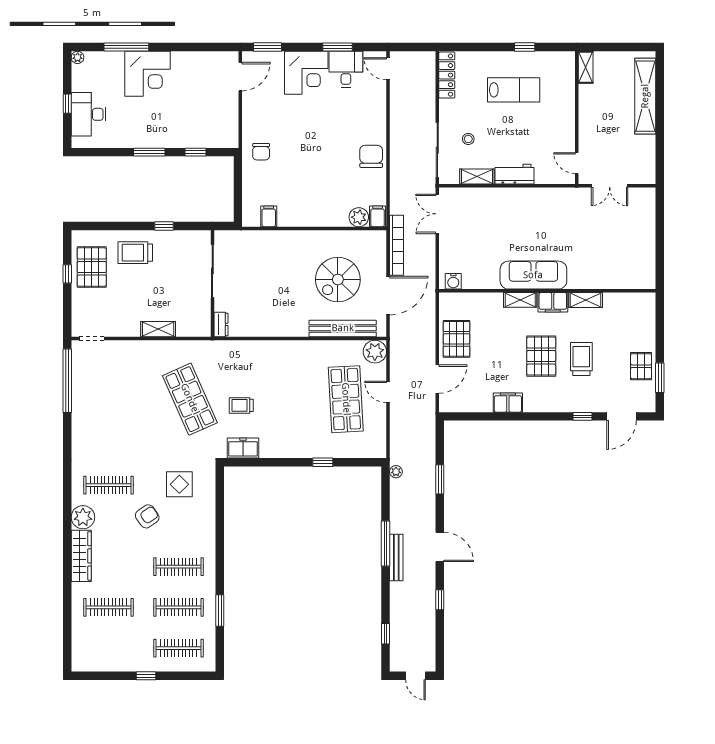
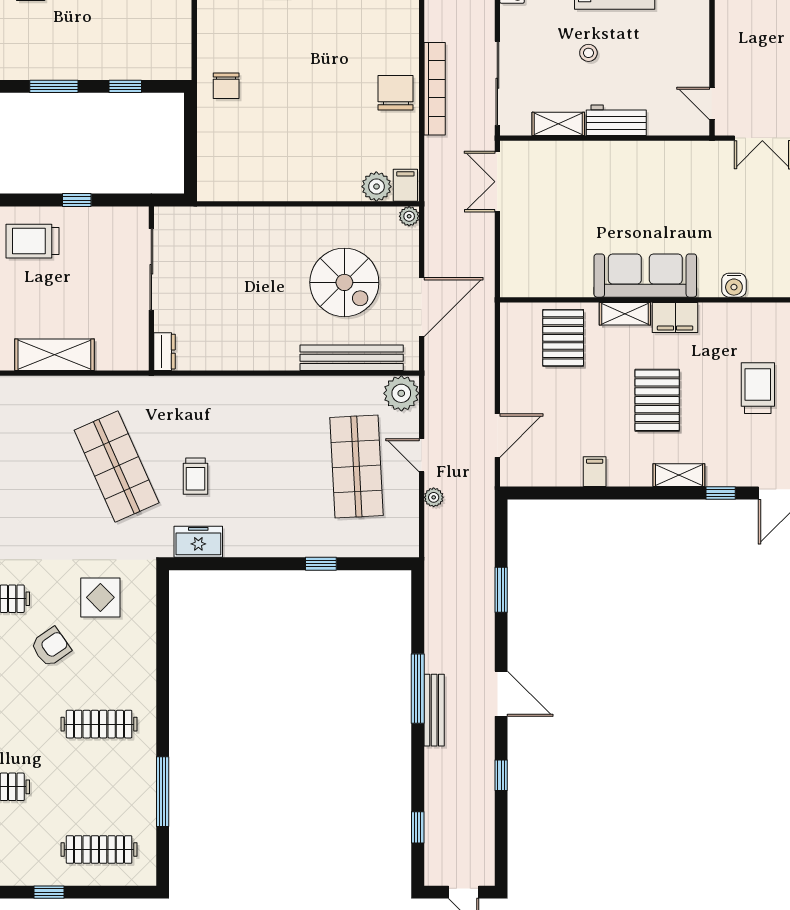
stool: (468, 139) -> (588, 53), moved
filing cabinet: (269, 216) -> (238, 185), removed
plant: (380, 237) -> (409, 216), added
bookcase: (397, 245) -> (435, 89), moved
spiral stairs: (338, 280) -> (344, 282), turned -90
water cooler: (453, 281) -> (734, 285), moved
shelving: (586, 300) -> (679, 475), moved
shelving: (158, 329) -> (54, 355), width x1.50, depth x1.33
pallet: (457, 339) -> (563, 338), moved
trolley: (581, 359) -> (758, 388), moved
filing cabinet: (508, 403) -> (595, 472), width x0.50
trolley: (241, 405) -> (196, 476), turned -90
plant: (396, 472) -> (434, 497), moved
clothes rail: (178, 607) -> (99, 787), removed
window: (220, 610) -> (163, 792), width x1.44

